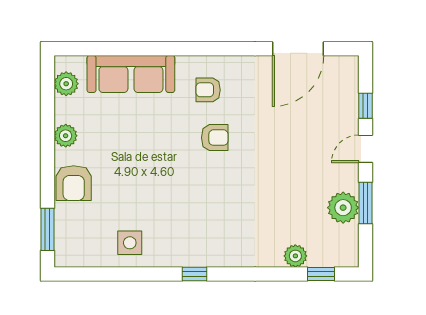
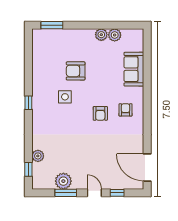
door: (298, 49) -> (147, 167), moved
sofa: (131, 74) -> (134, 69), width x0.73
plant: (66, 84) -> (115, 35), moved
armchair: (74, 183) -> (76, 71), moved
side table: (130, 243) -> (65, 97), moved

